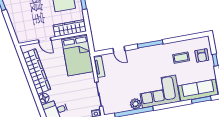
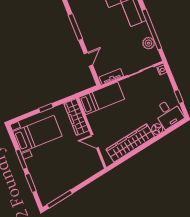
door: (45, 40) -> (95, 141), swing flipped
bed: (77, 55) -> (102, 98), width x0.67
plant: (136, 104) -> (149, 43), moved

